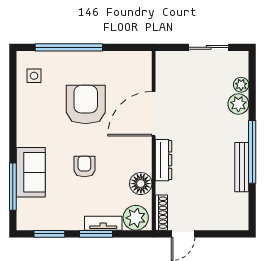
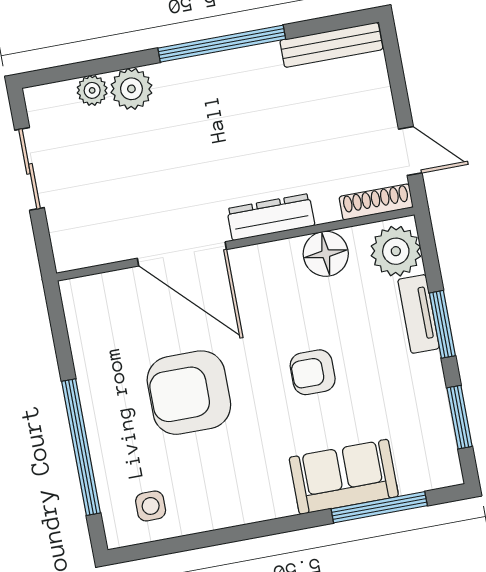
bench: (242, 167) -> (331, 45), moved

